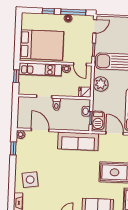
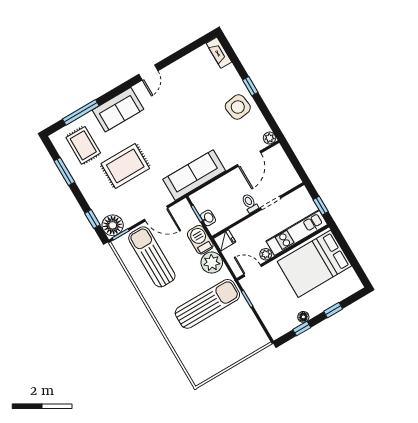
window: (73, 12) -> (302, 329), width x0.46
door: (95, 26) -> (264, 328), removed
barbecue: (98, 120) -> (200, 240), moved
door: (40, 130) -> (249, 159), hinge flipped
window: (13, 148) -> (250, 86), moved
side table: (30, 180) -> (238, 107), moved

